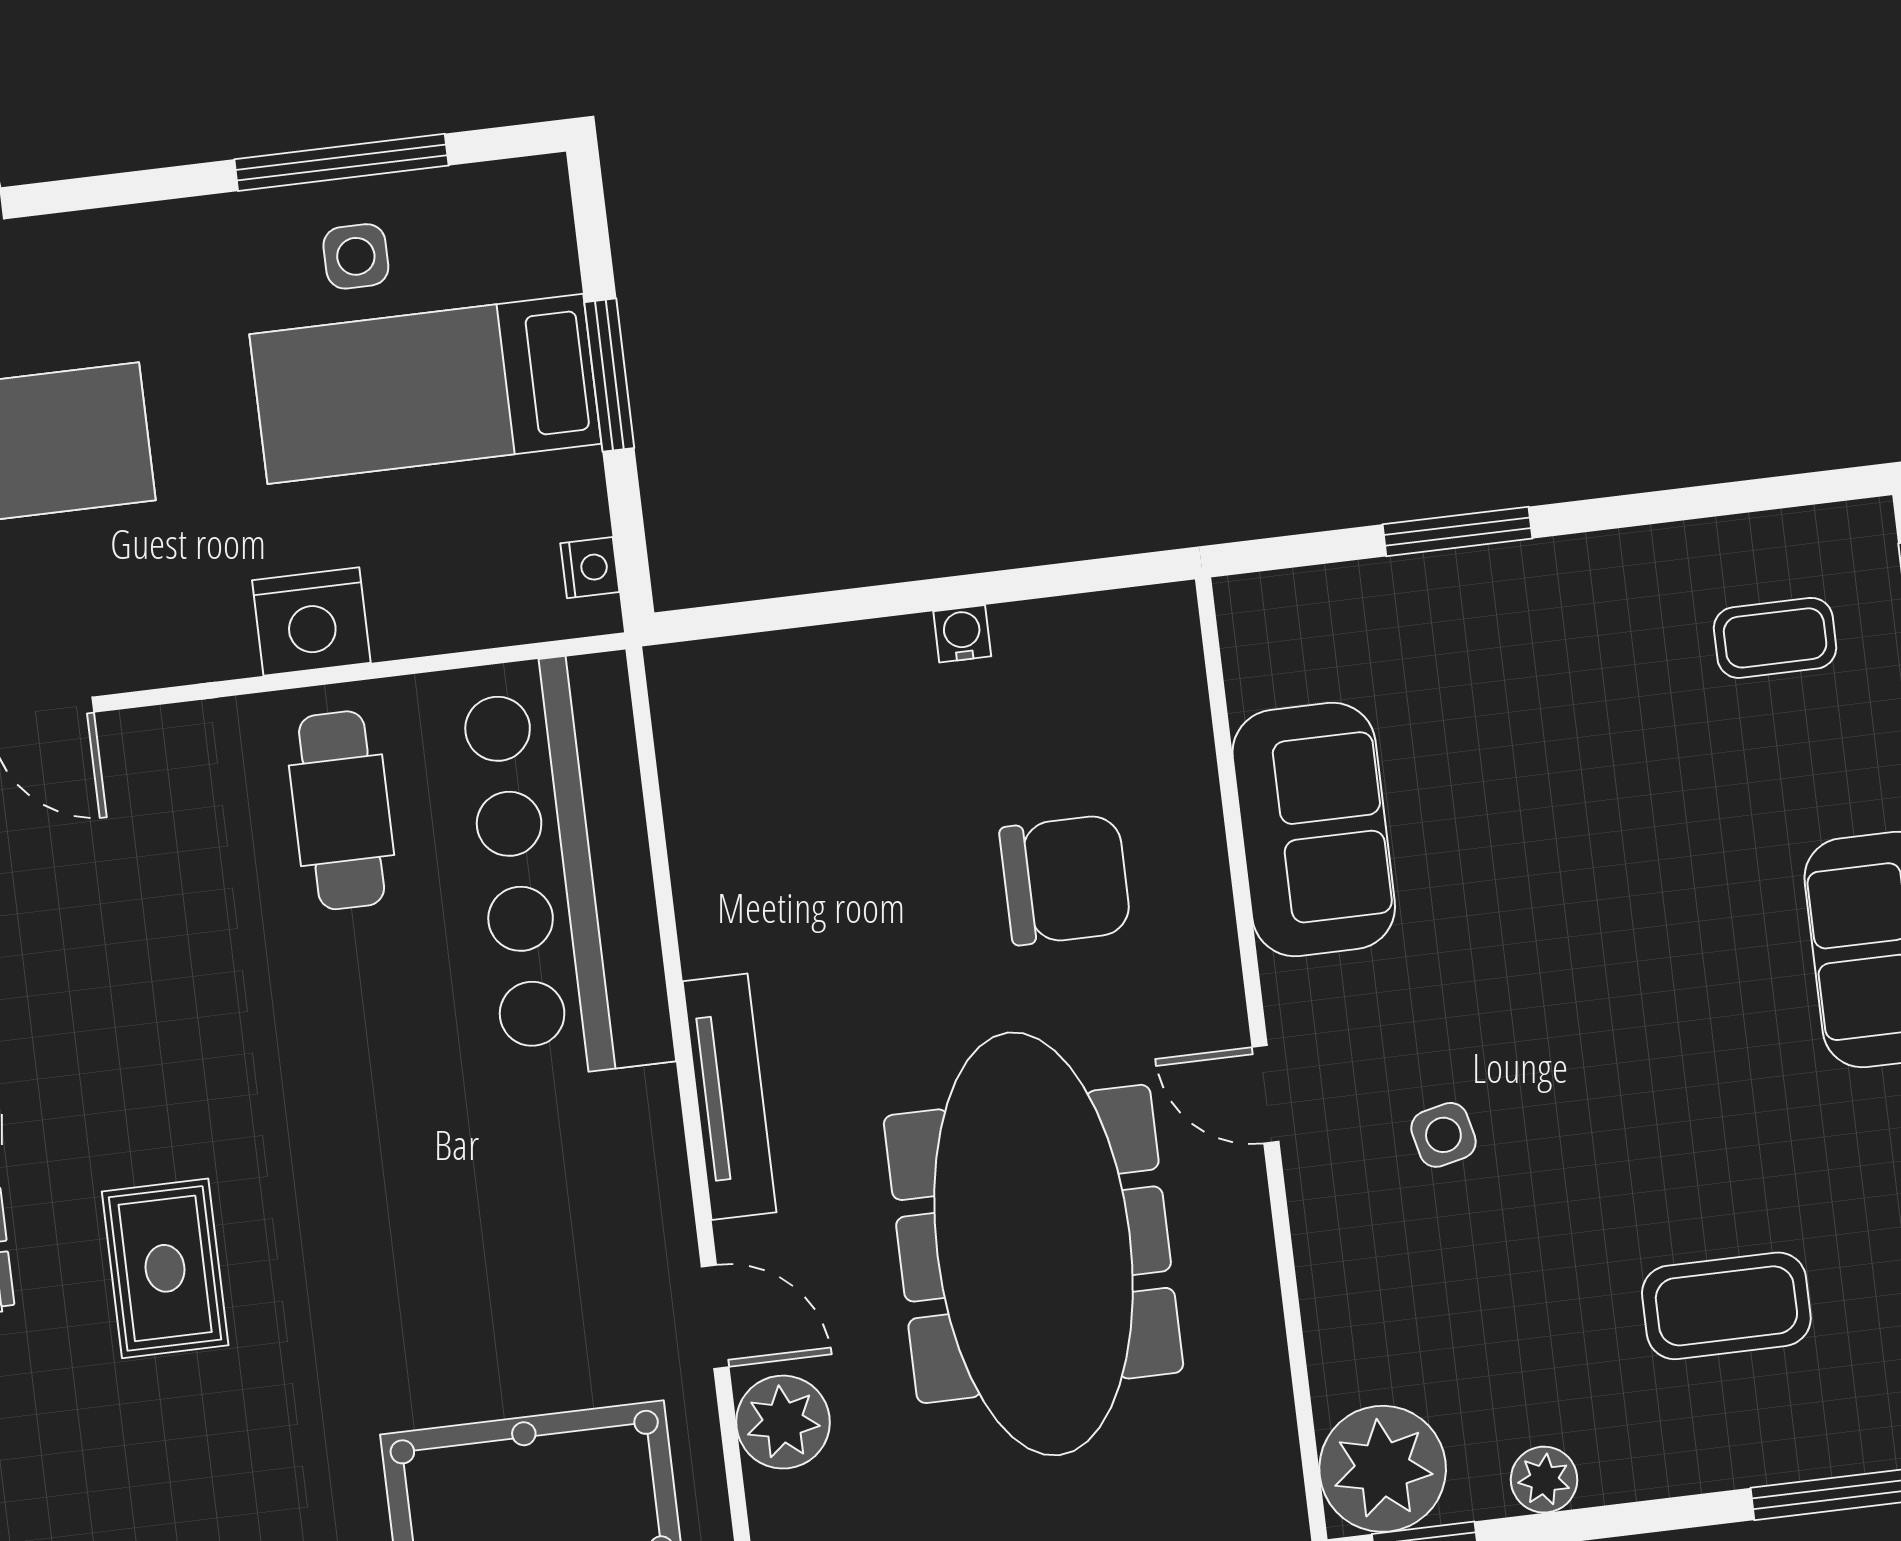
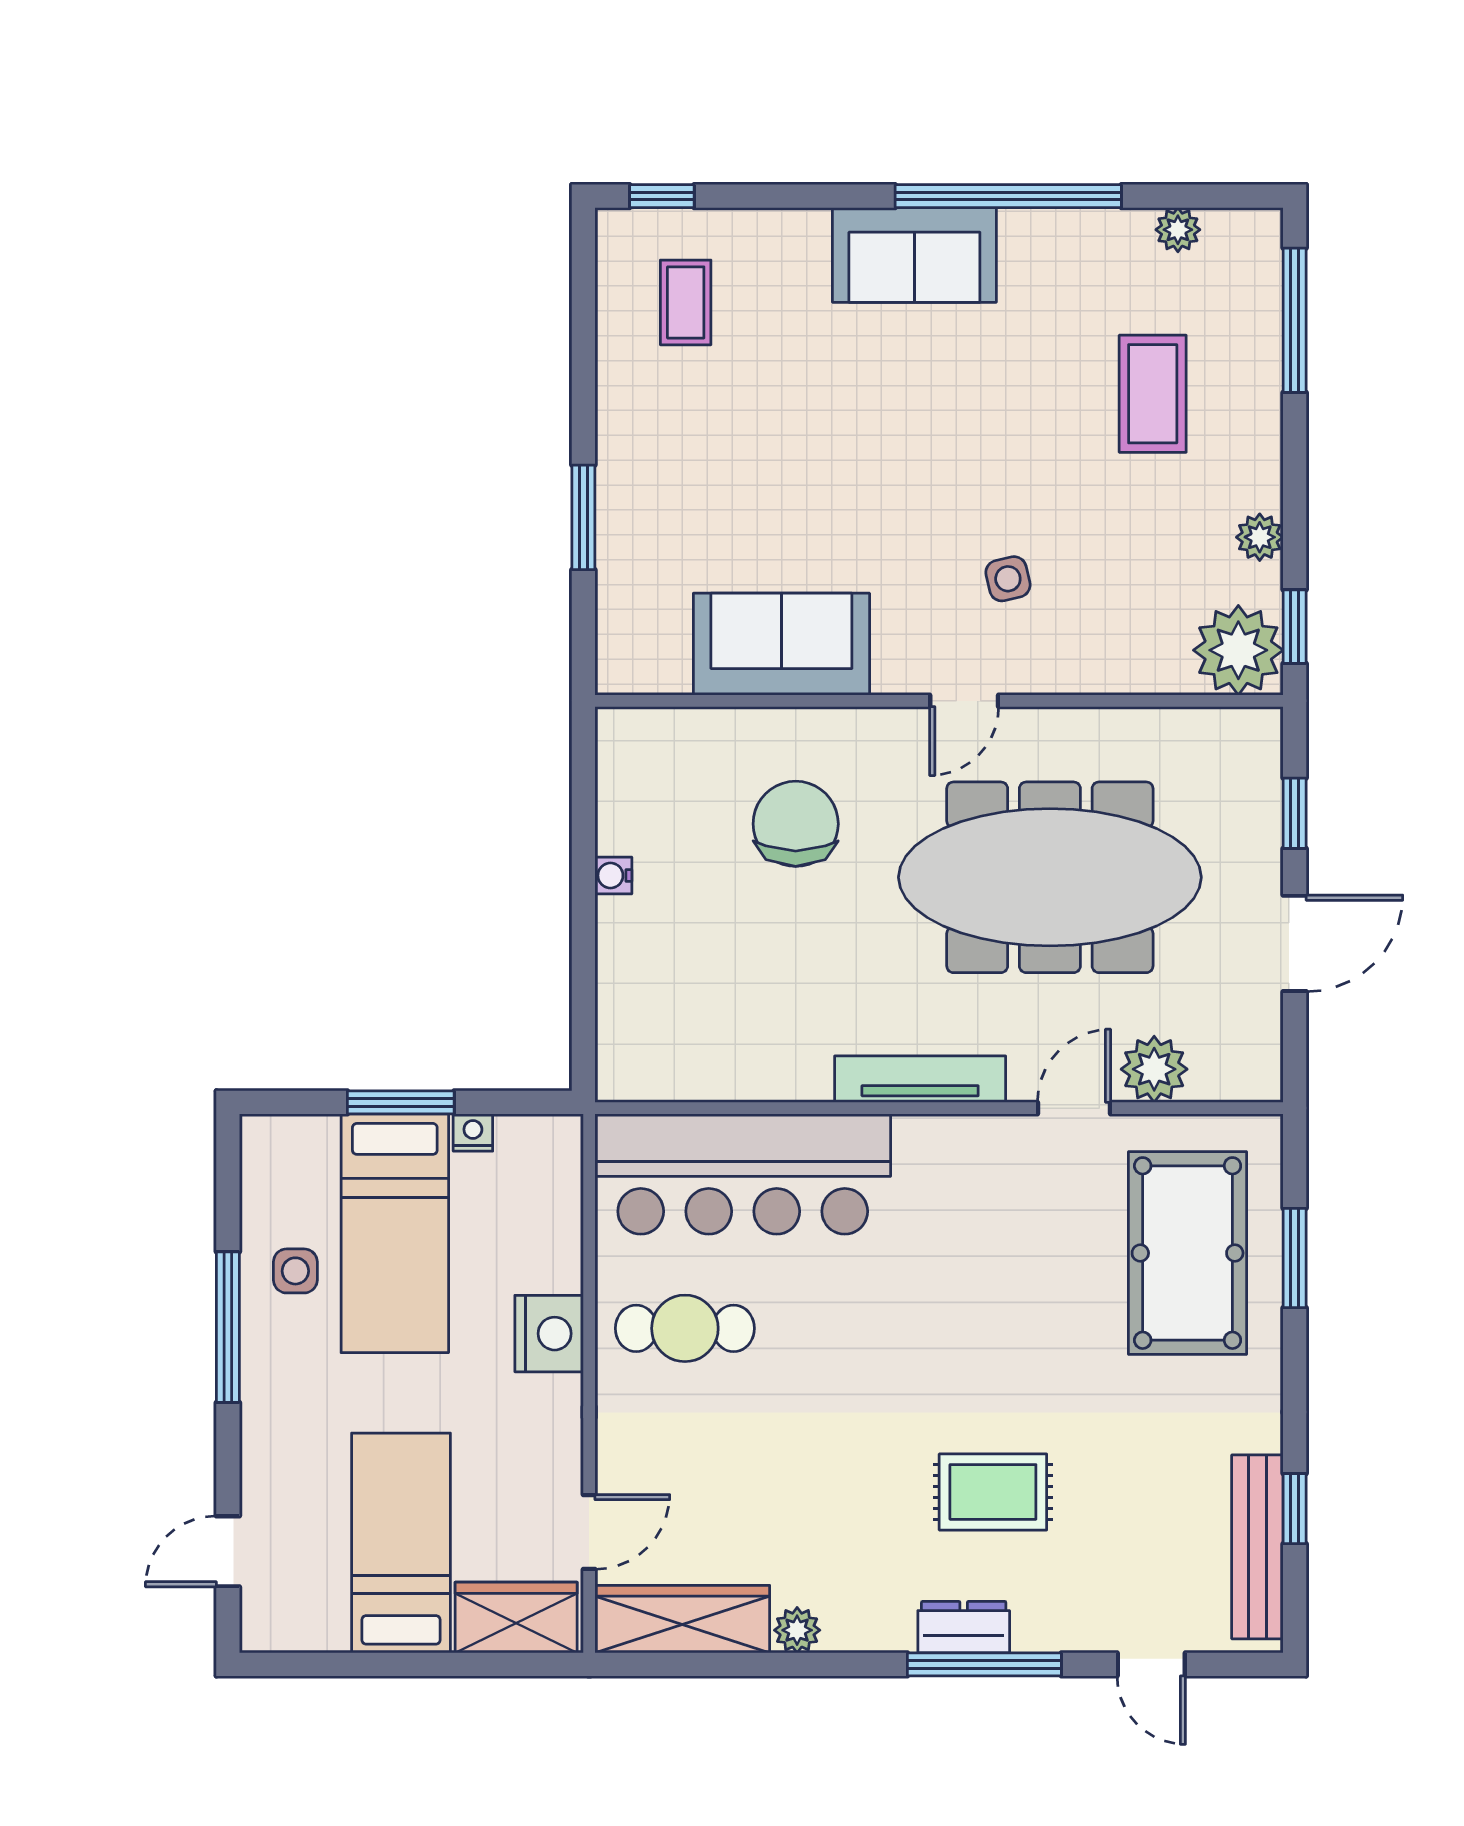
window: (341, 162) -> (228, 1327), moved
nightstand: (590, 568) -> (473, 1132), moved

